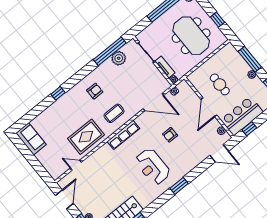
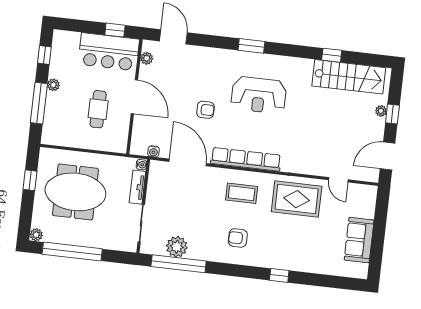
meeting table: (191, 36) -> (75, 192), turned 90
door: (209, 107) -> (134, 97), hinge flipped
row of seats: (123, 135) -> (246, 159), width x1.36
sofa: (31, 139) -> (359, 240), moved
reception desk: (152, 167) -> (259, 95), turned 90

